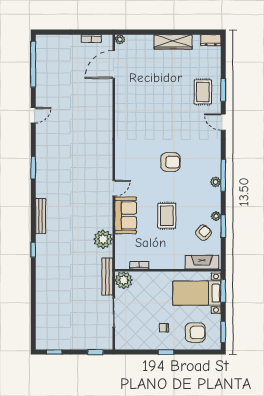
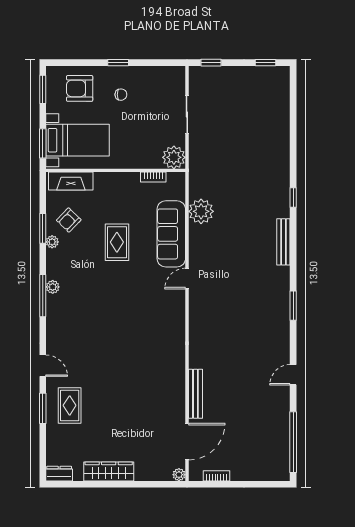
armchair: (170, 162) -> (112, 313), removed
sofa: (126, 215) -> (171, 234), width x1.36
bench: (107, 277) -> (195, 394), moved

